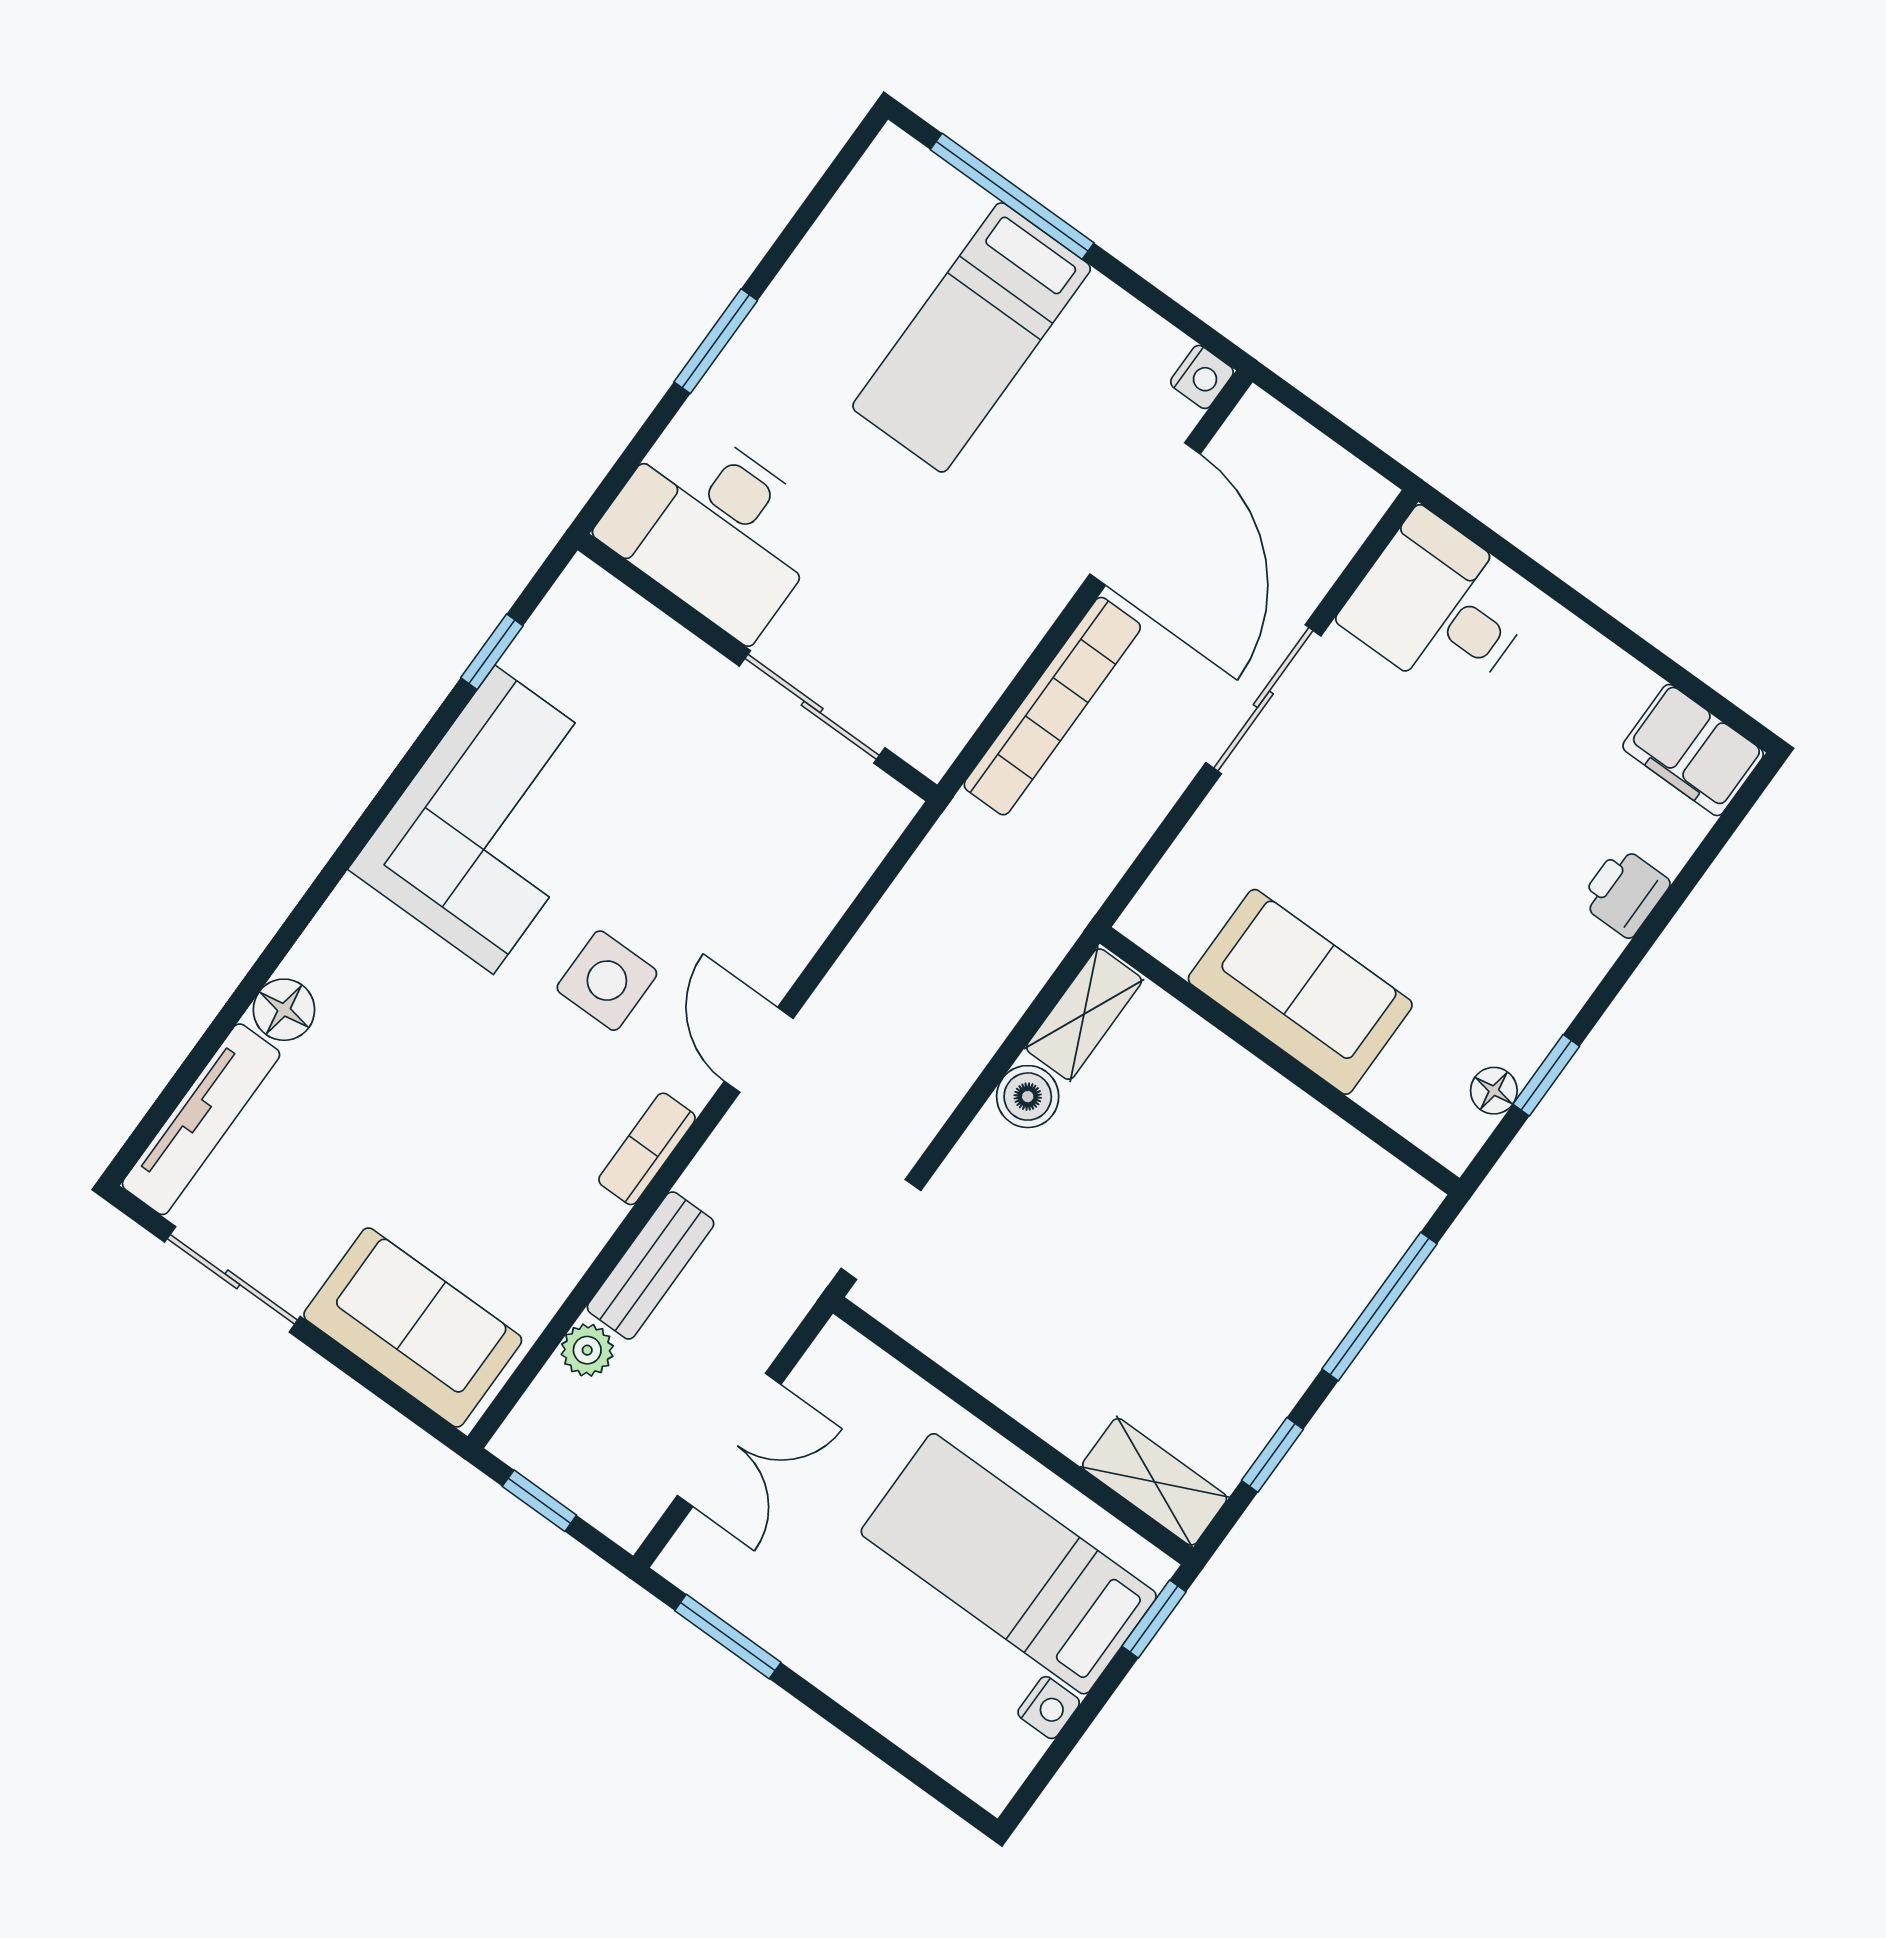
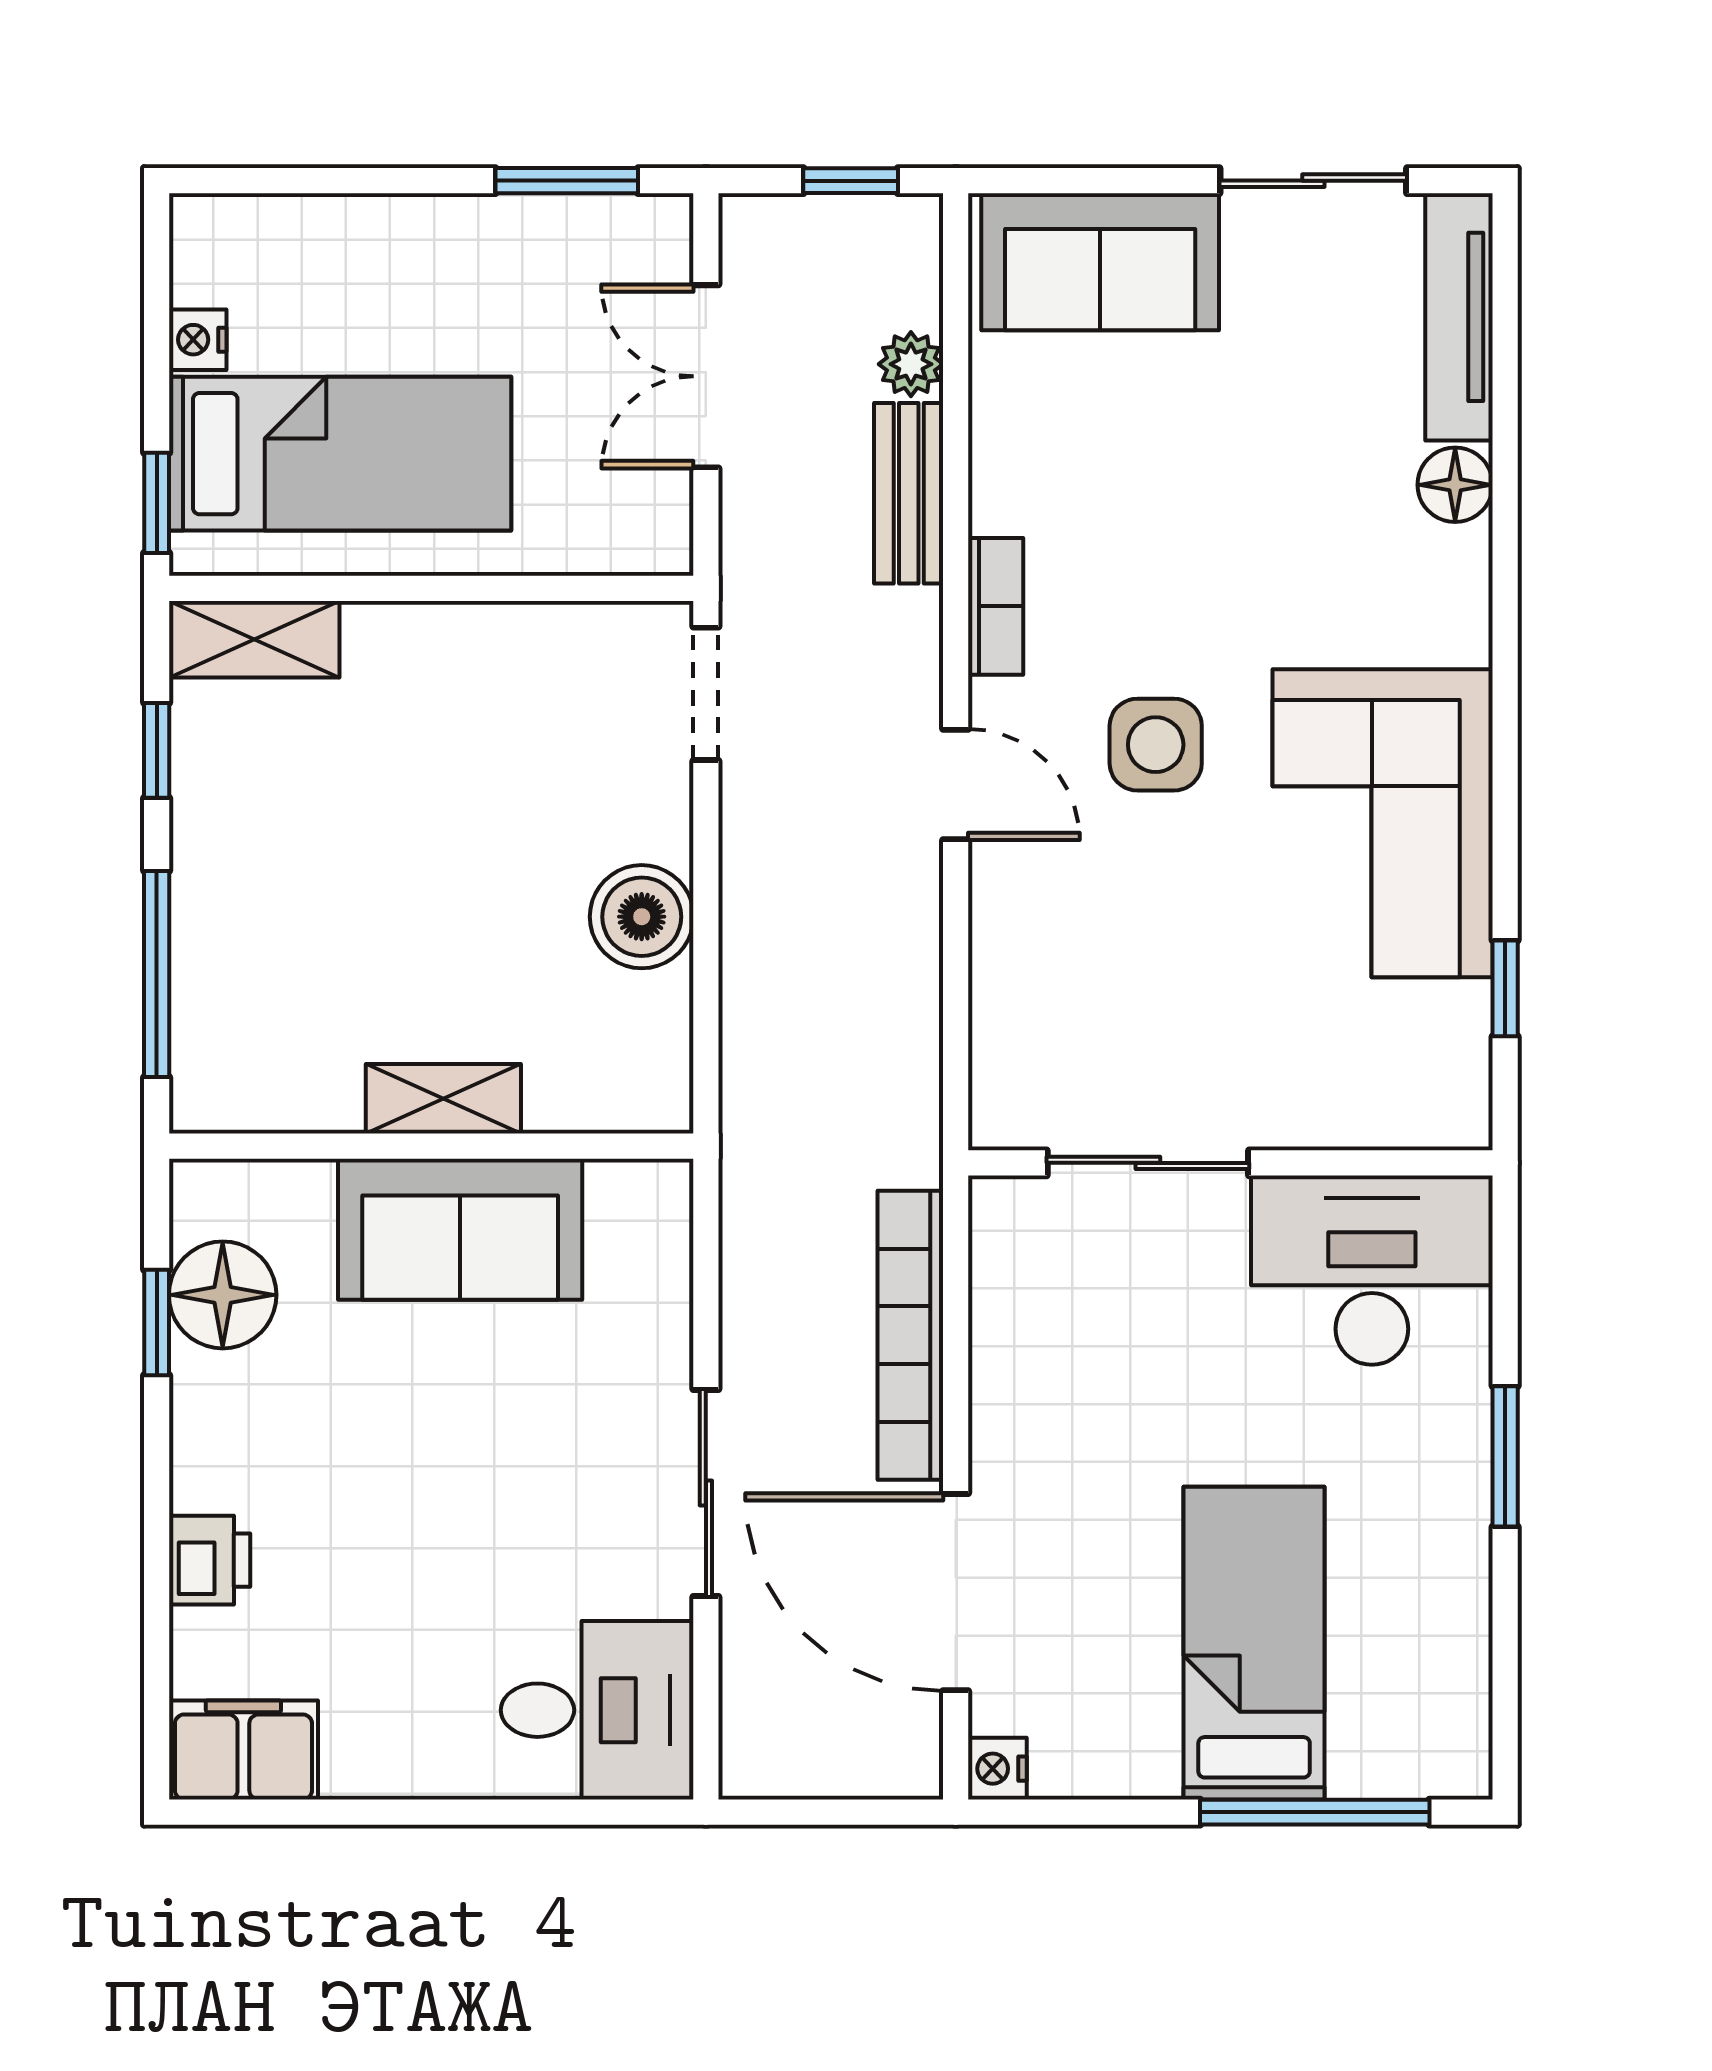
shelving: (1084, 1014) -> (443, 1099), moved, turned 90
floor lamp: (1494, 1091) -> (223, 1295), width x1.89, depth x1.89
boiler: (1028, 1097) -> (642, 917), width x1.36, depth x1.36

